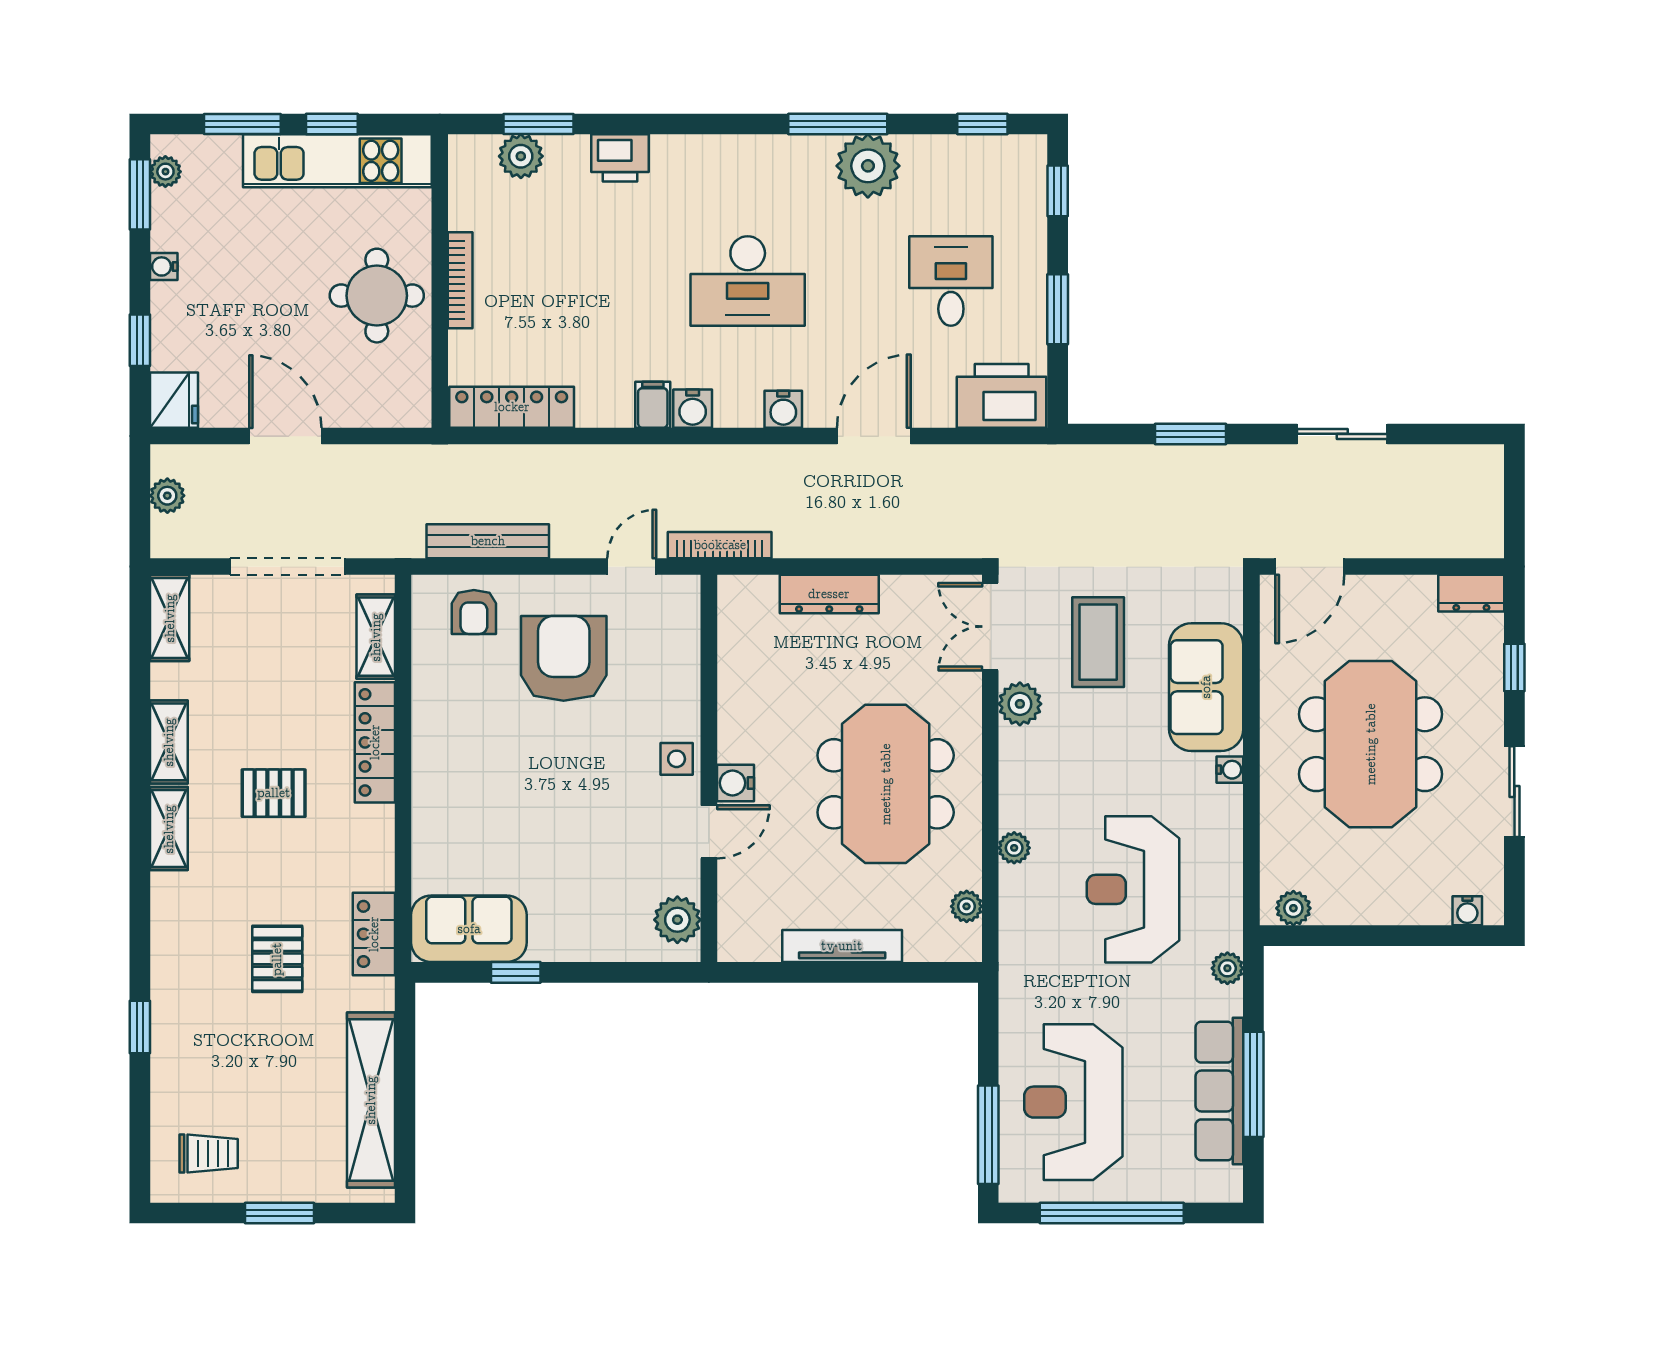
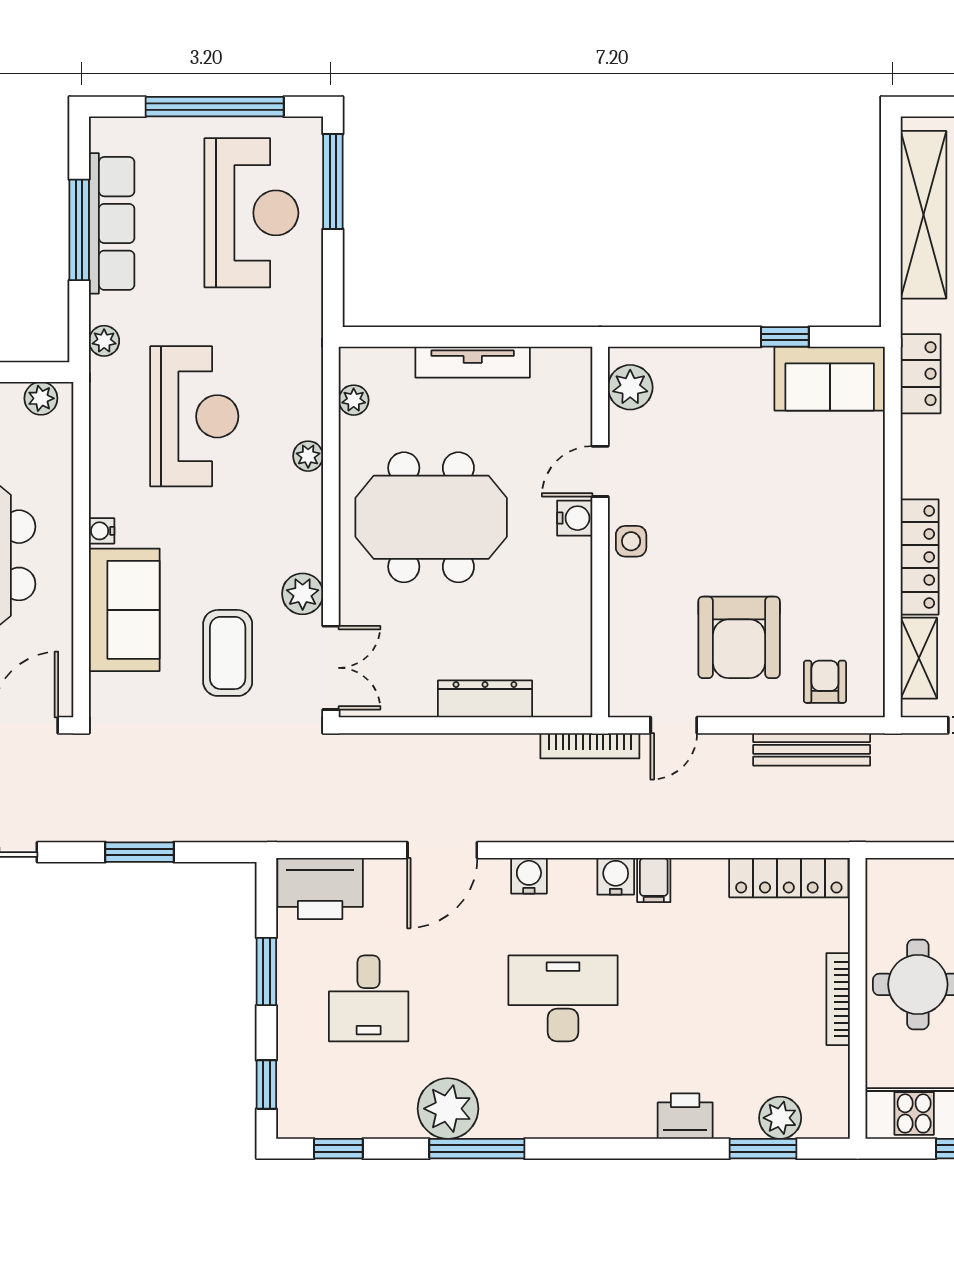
meeting table: (886, 784) -> (431, 517), turned 90

